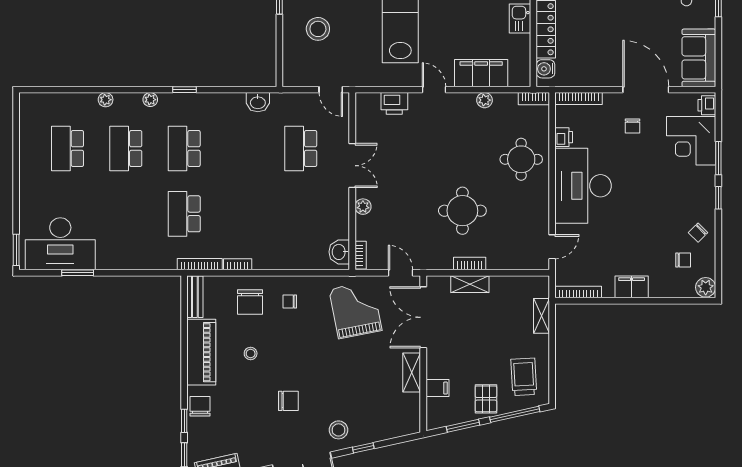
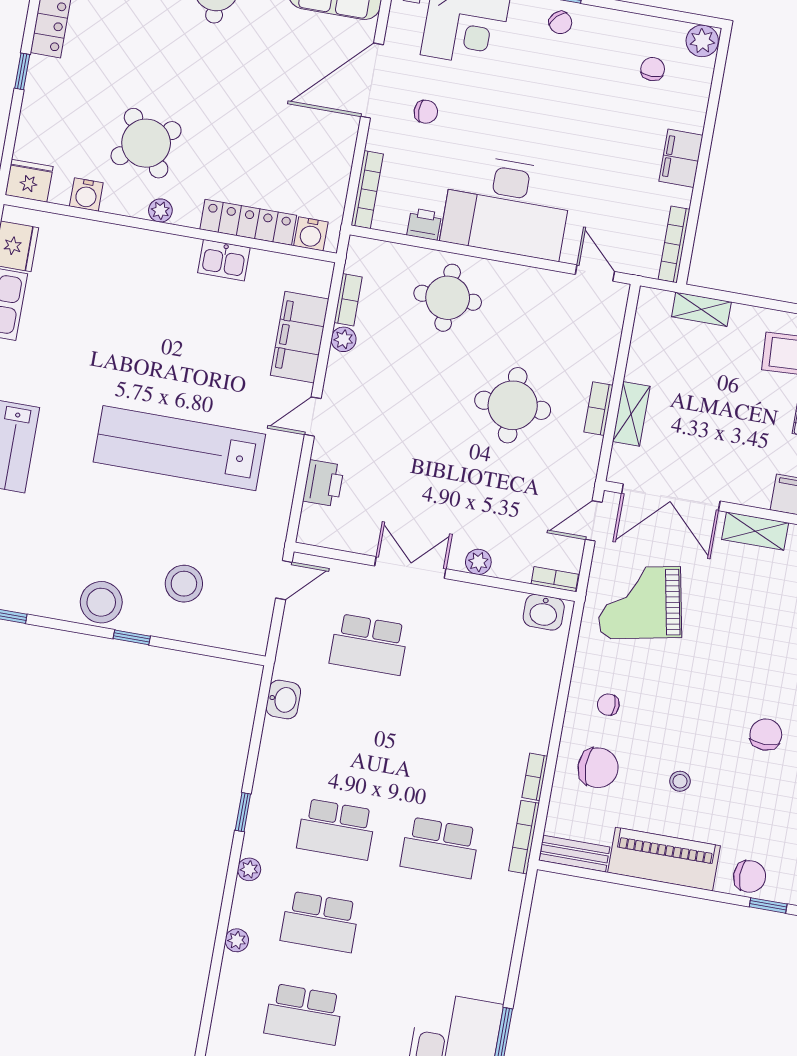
bookcase: (534, 99) -> (348, 300), moved
chair: (698, 233) -> (560, 23), moved
chair: (290, 301) -> (608, 705), turned 90
chair: (200, 406) -> (750, 876), turned 180

